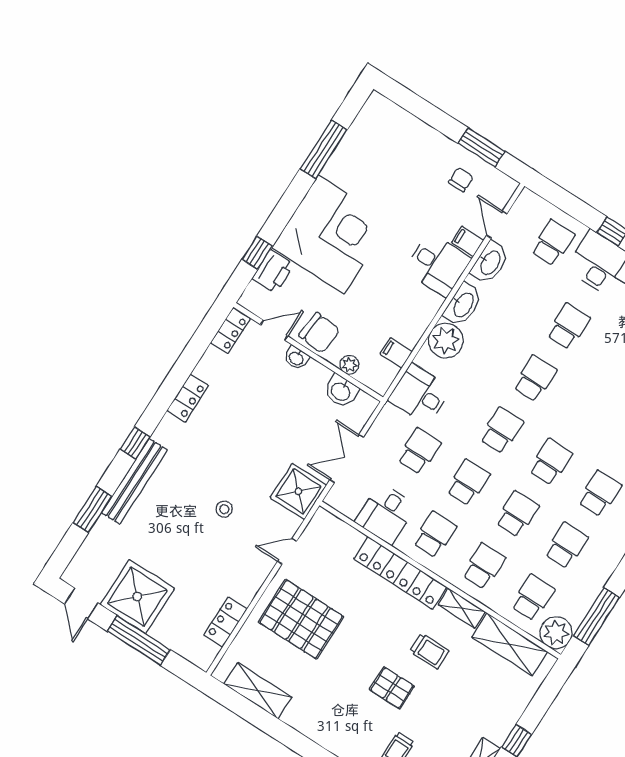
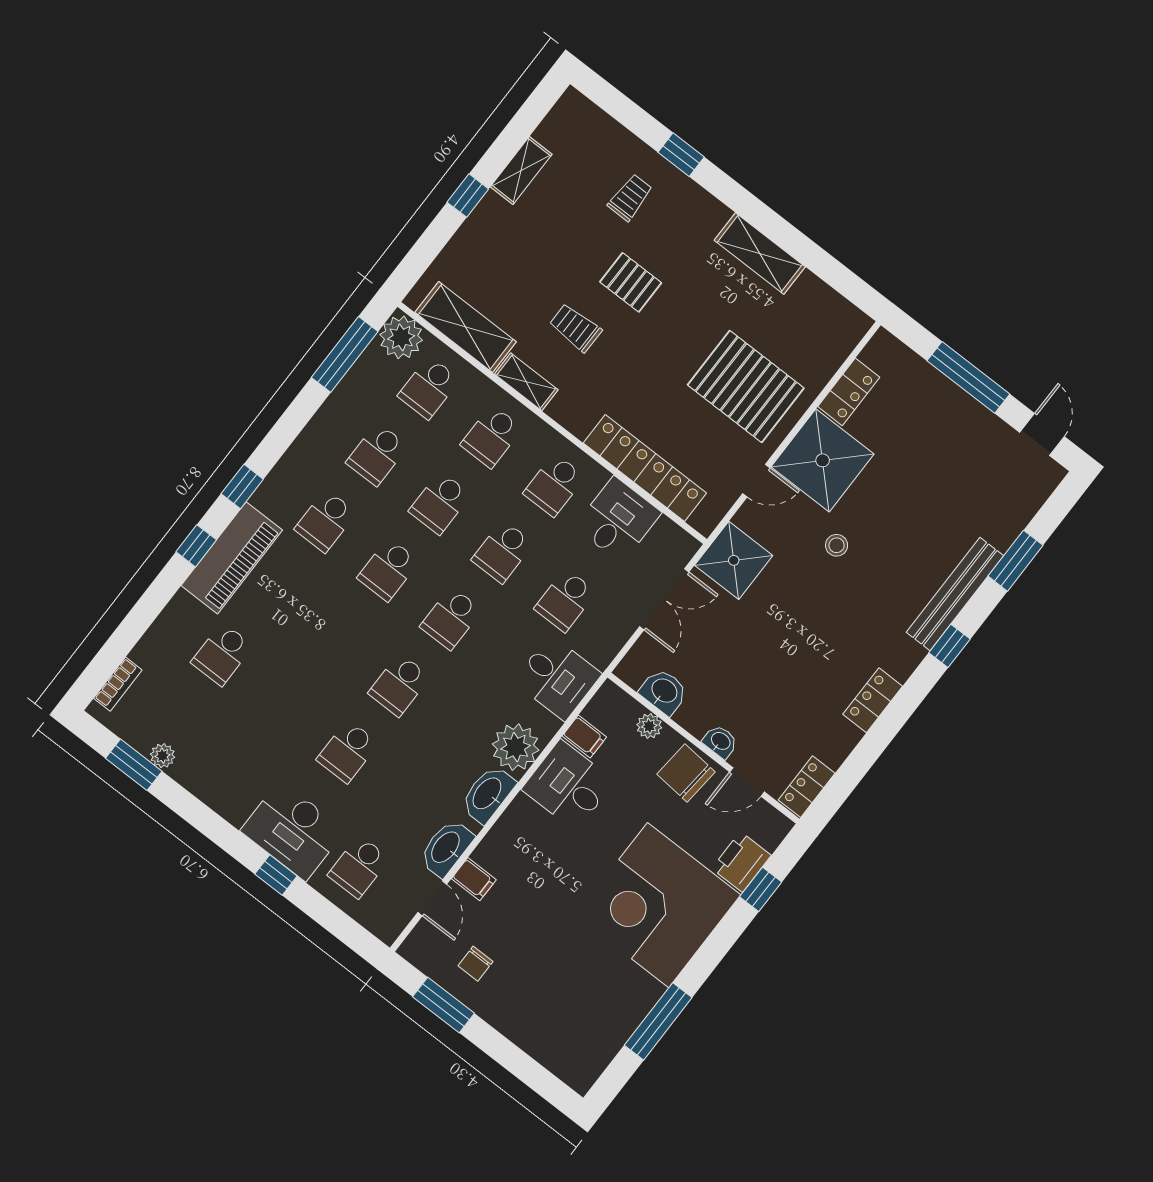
desk: (438, 265) -> (568, 785), moved
locker: (400, 573) -> (645, 468), moved
shower: (137, 597) -> (823, 460), moved
shelving: (258, 691) -> (760, 254), moved

